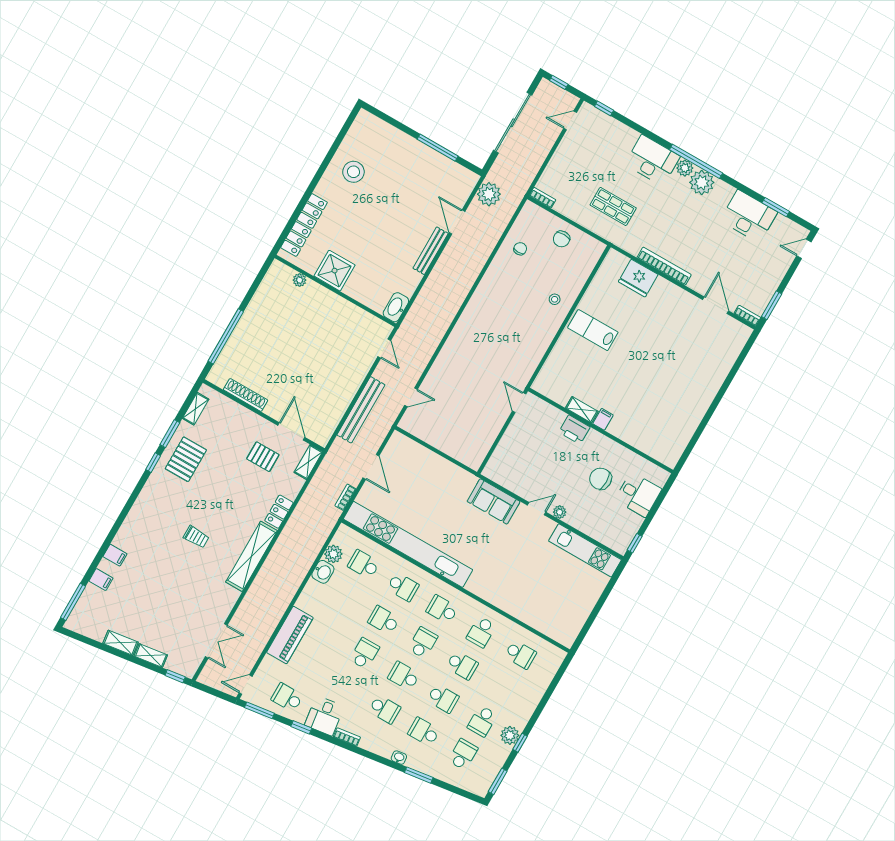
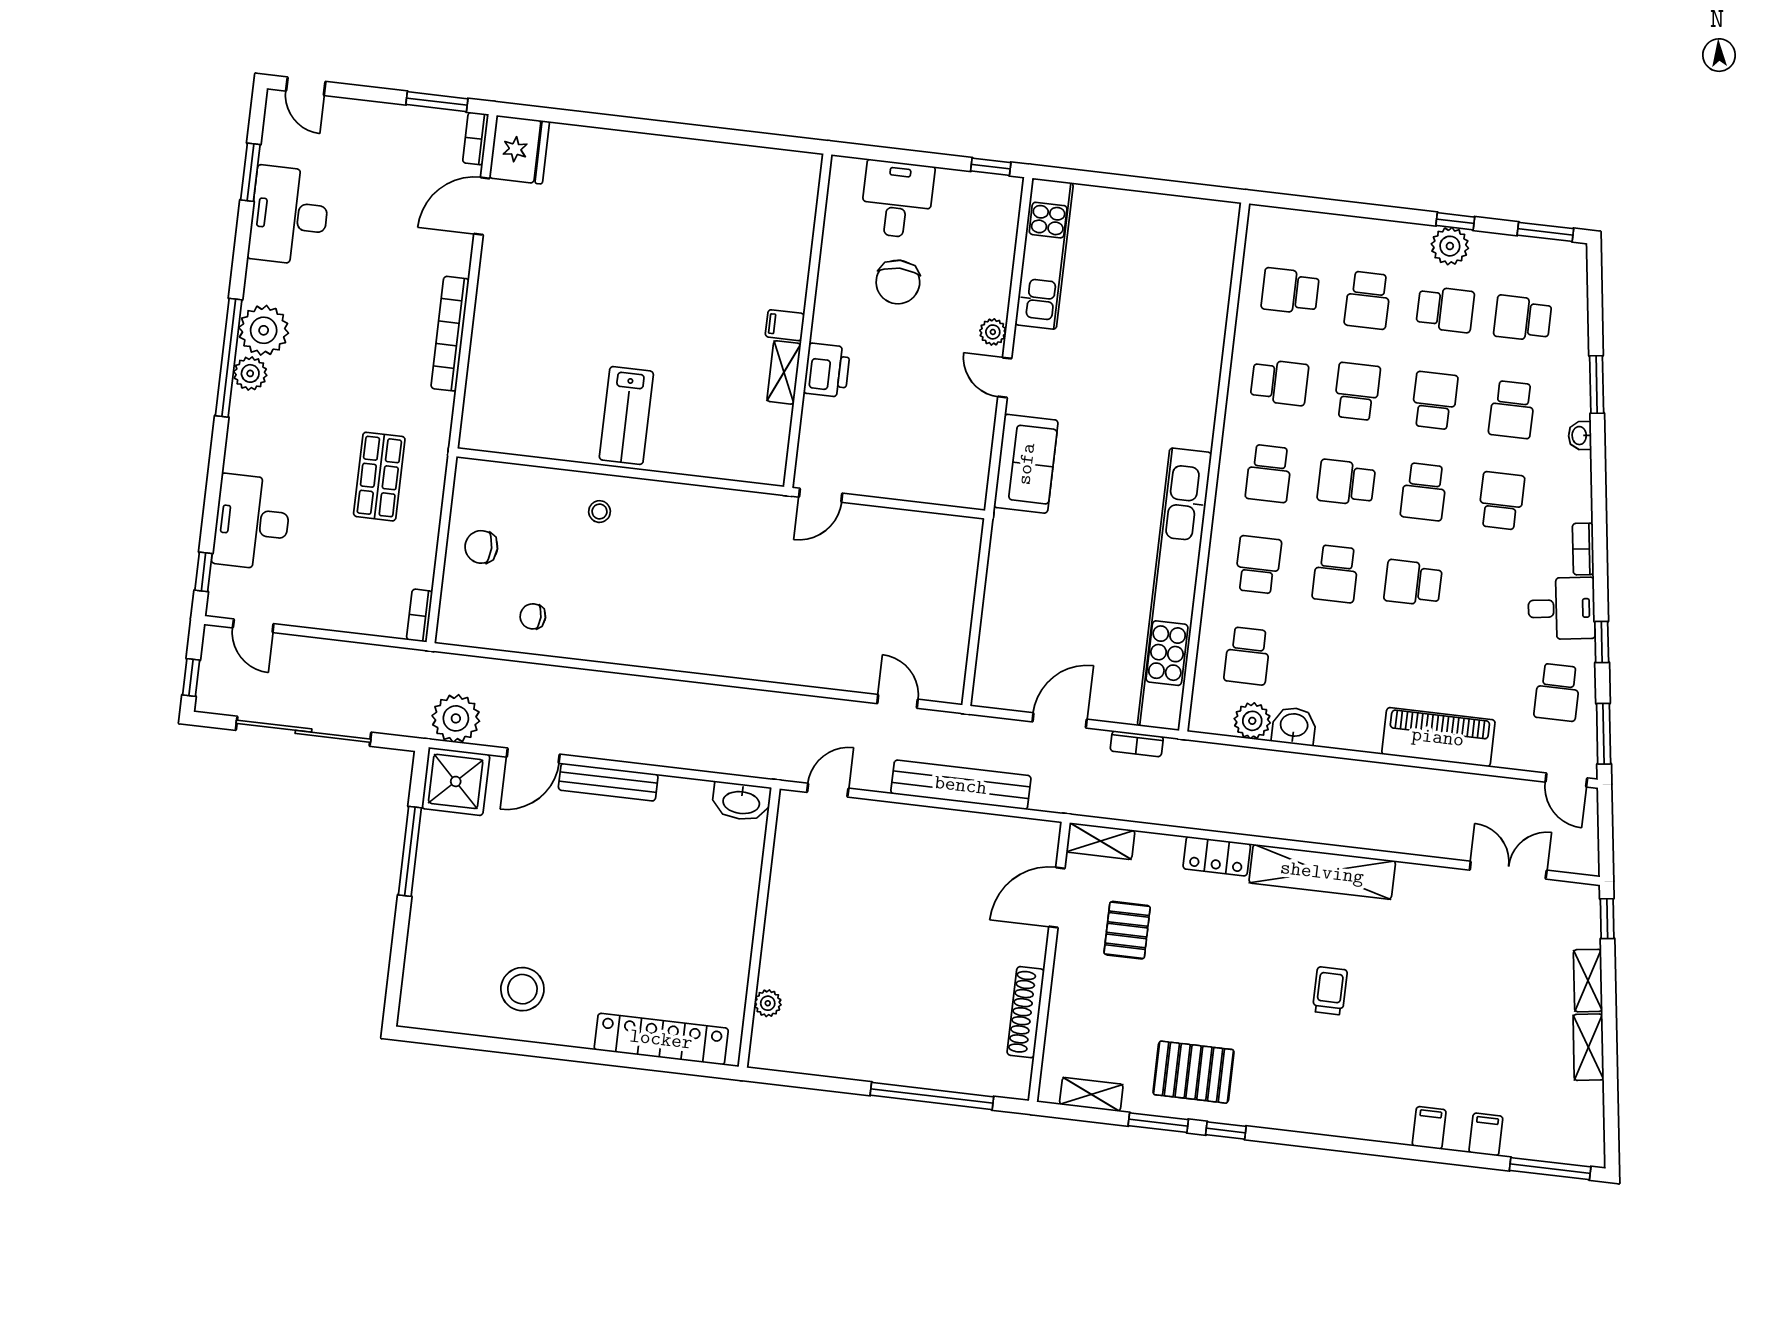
desk: (652, 160) -> (252, 522), moved
chair: (562, 239) -> (481, 547), turned 180
shower: (335, 271) -> (456, 781), moved
fridge: (638, 278) -> (519, 150), moved
school desk: (520, 654) -> (1290, 291), turned -90
school desk: (501, 688) -> (1368, 300), added

